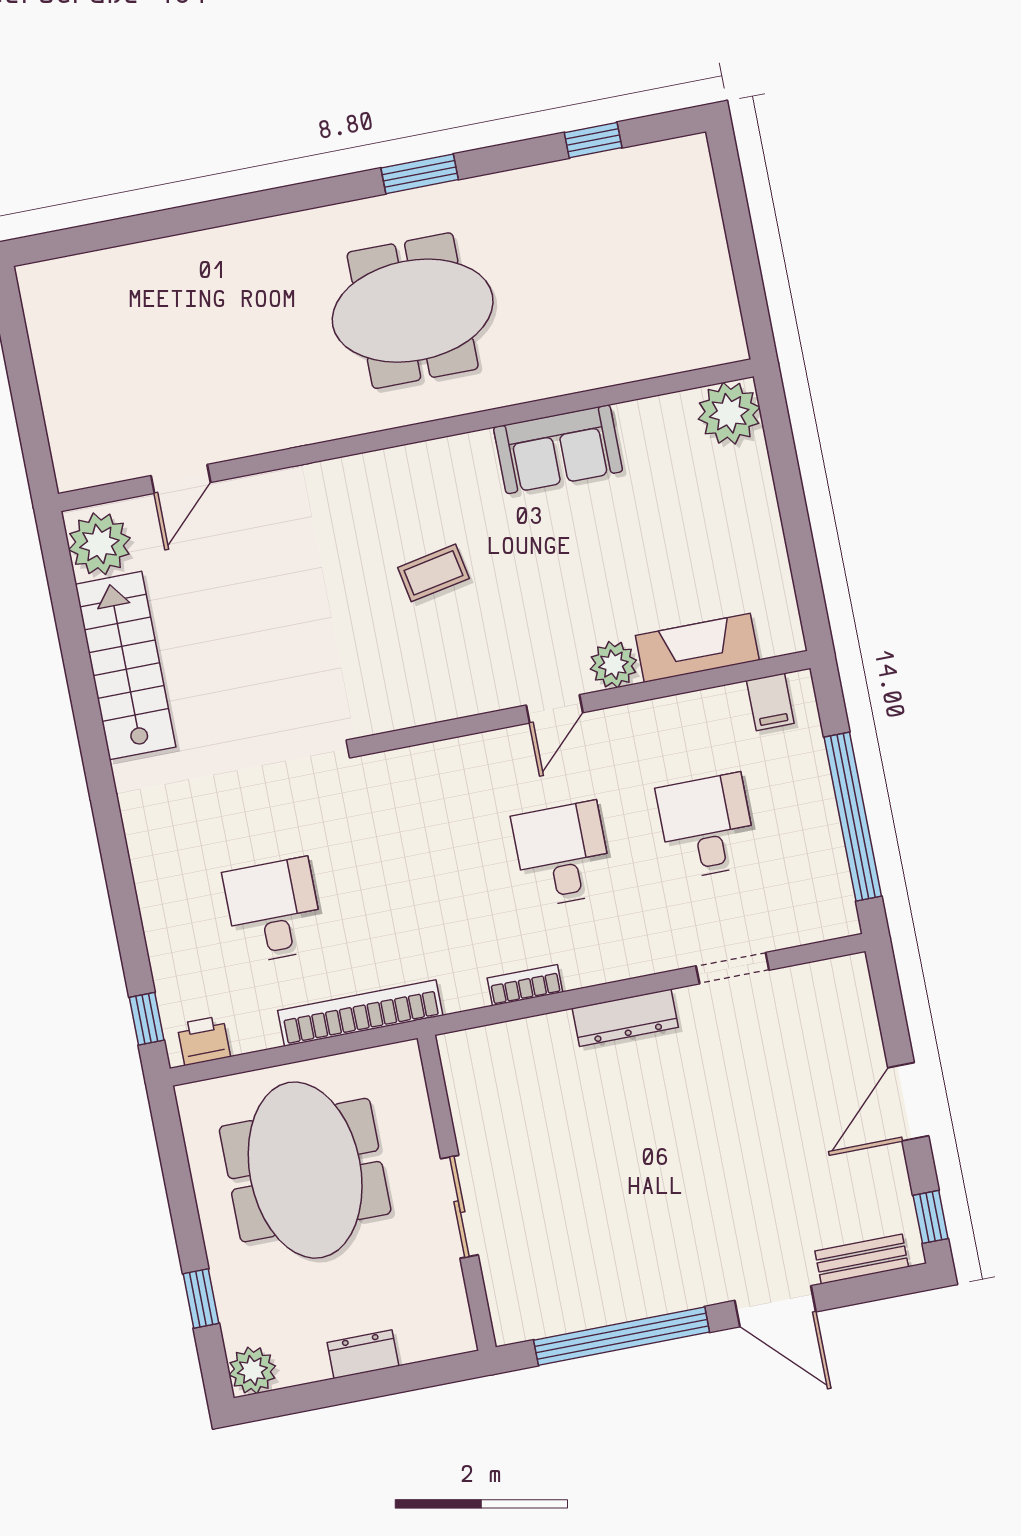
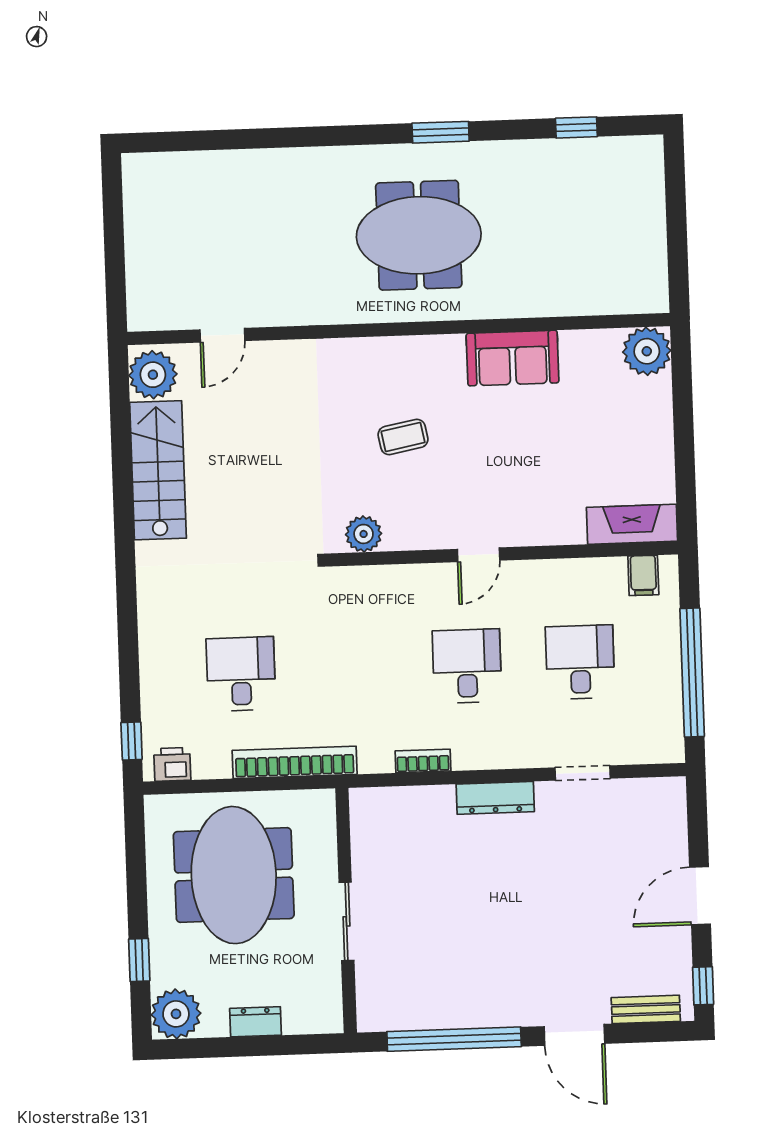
fireplace: (697, 648) -> (632, 524), moved
plant: (613, 665) -> (364, 534), moved
plant: (252, 1370) -> (176, 1014), width x1.36, depth x1.36

